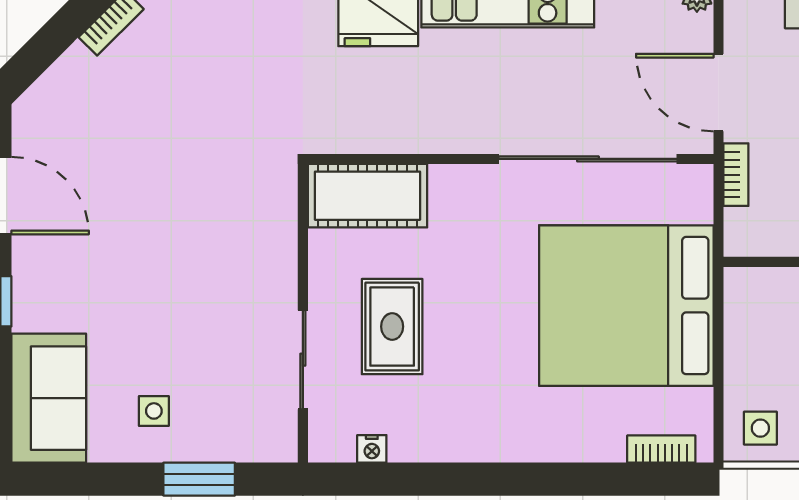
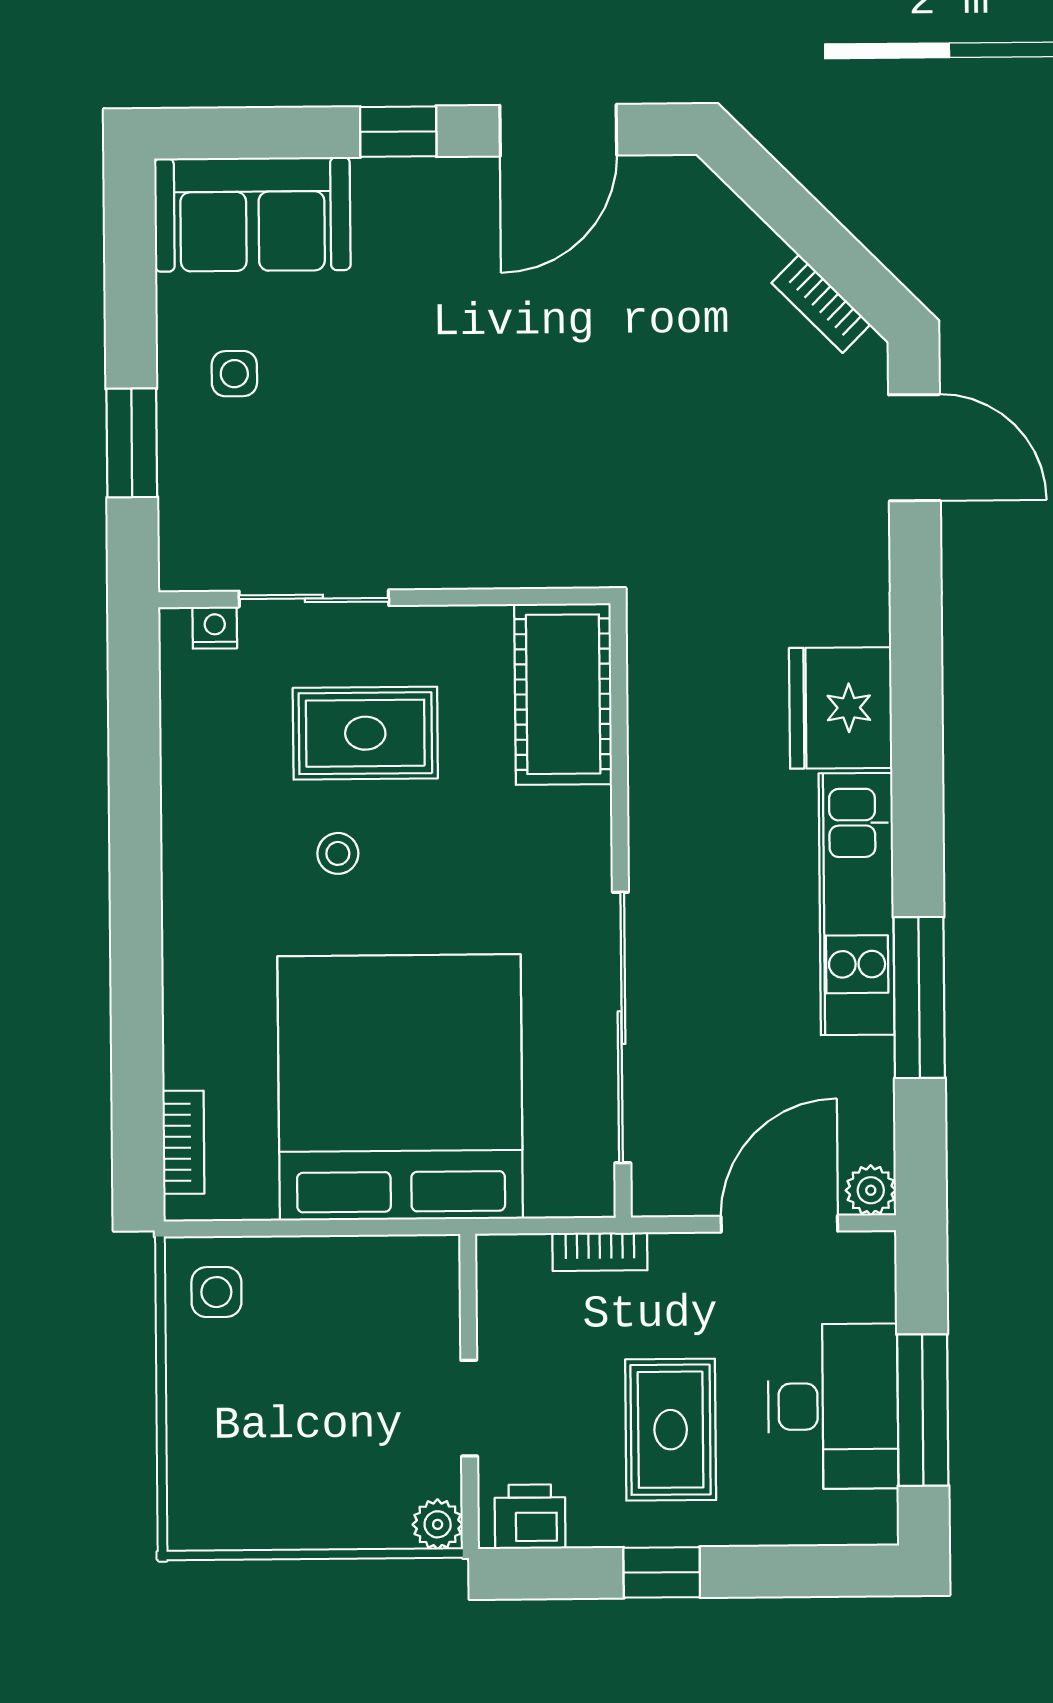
door: (718, 93) -> (779, 1224), moved
stool: (471, 345) -> (338, 853), added
nightstand: (372, 449) -> (215, 628), moved, turned 90

